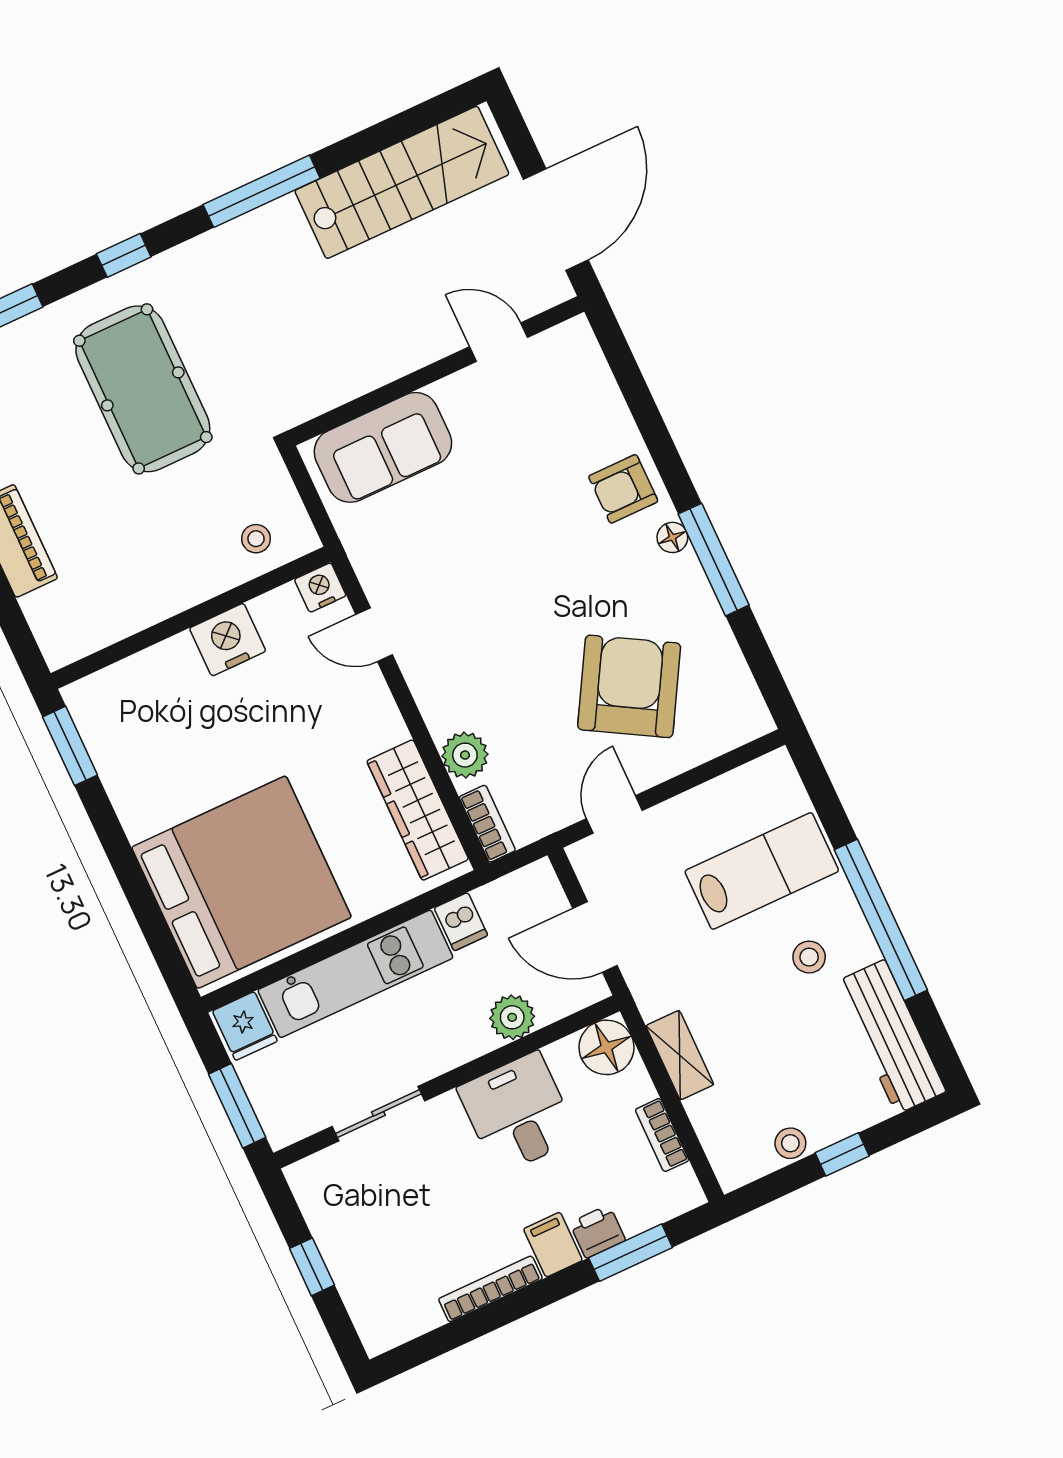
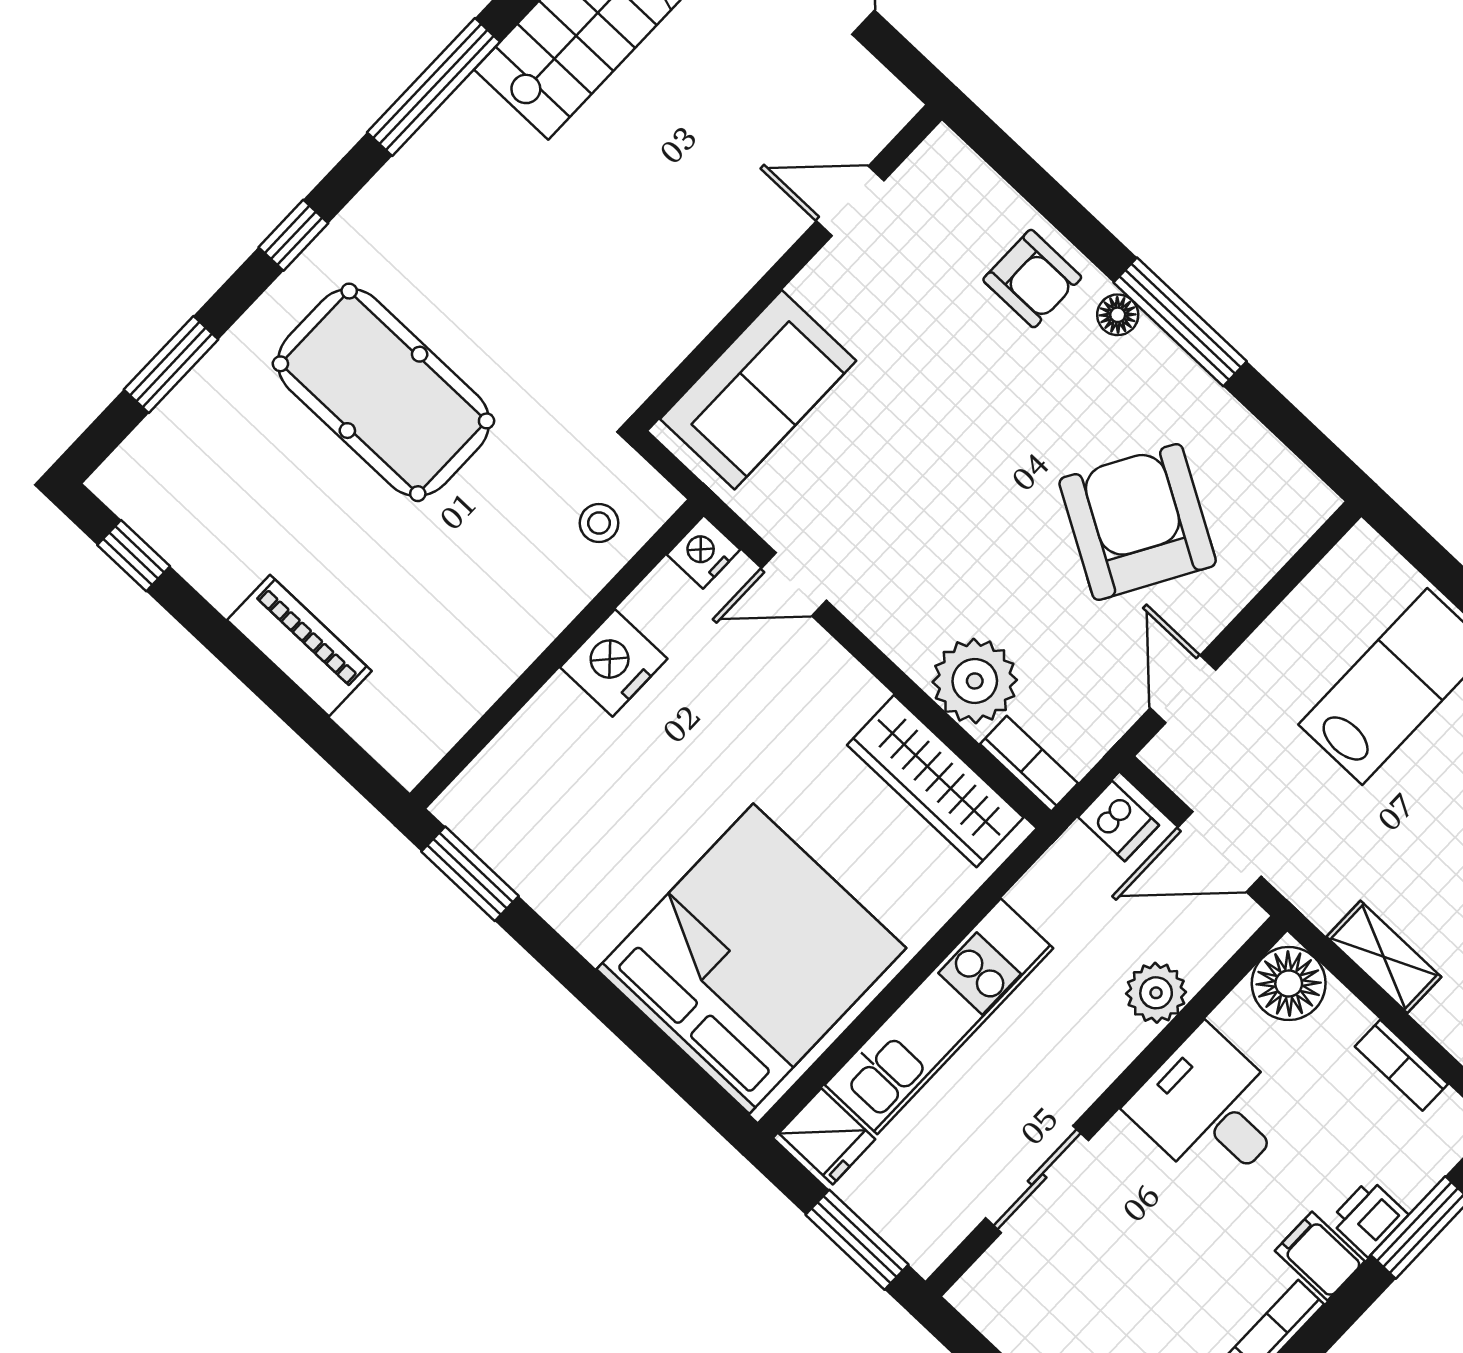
door: (499, 342) -> (850, 201), moved
wall: (436, 371) -> (787, 268), moved
sofa: (383, 447) -> (758, 390), moved
armchair: (623, 489) -> (1032, 279), turned -90
plant: (465, 755) -> (975, 681), width x1.36, depth x1.36
dishwasher: (461, 922) -> (1118, 821), moved

